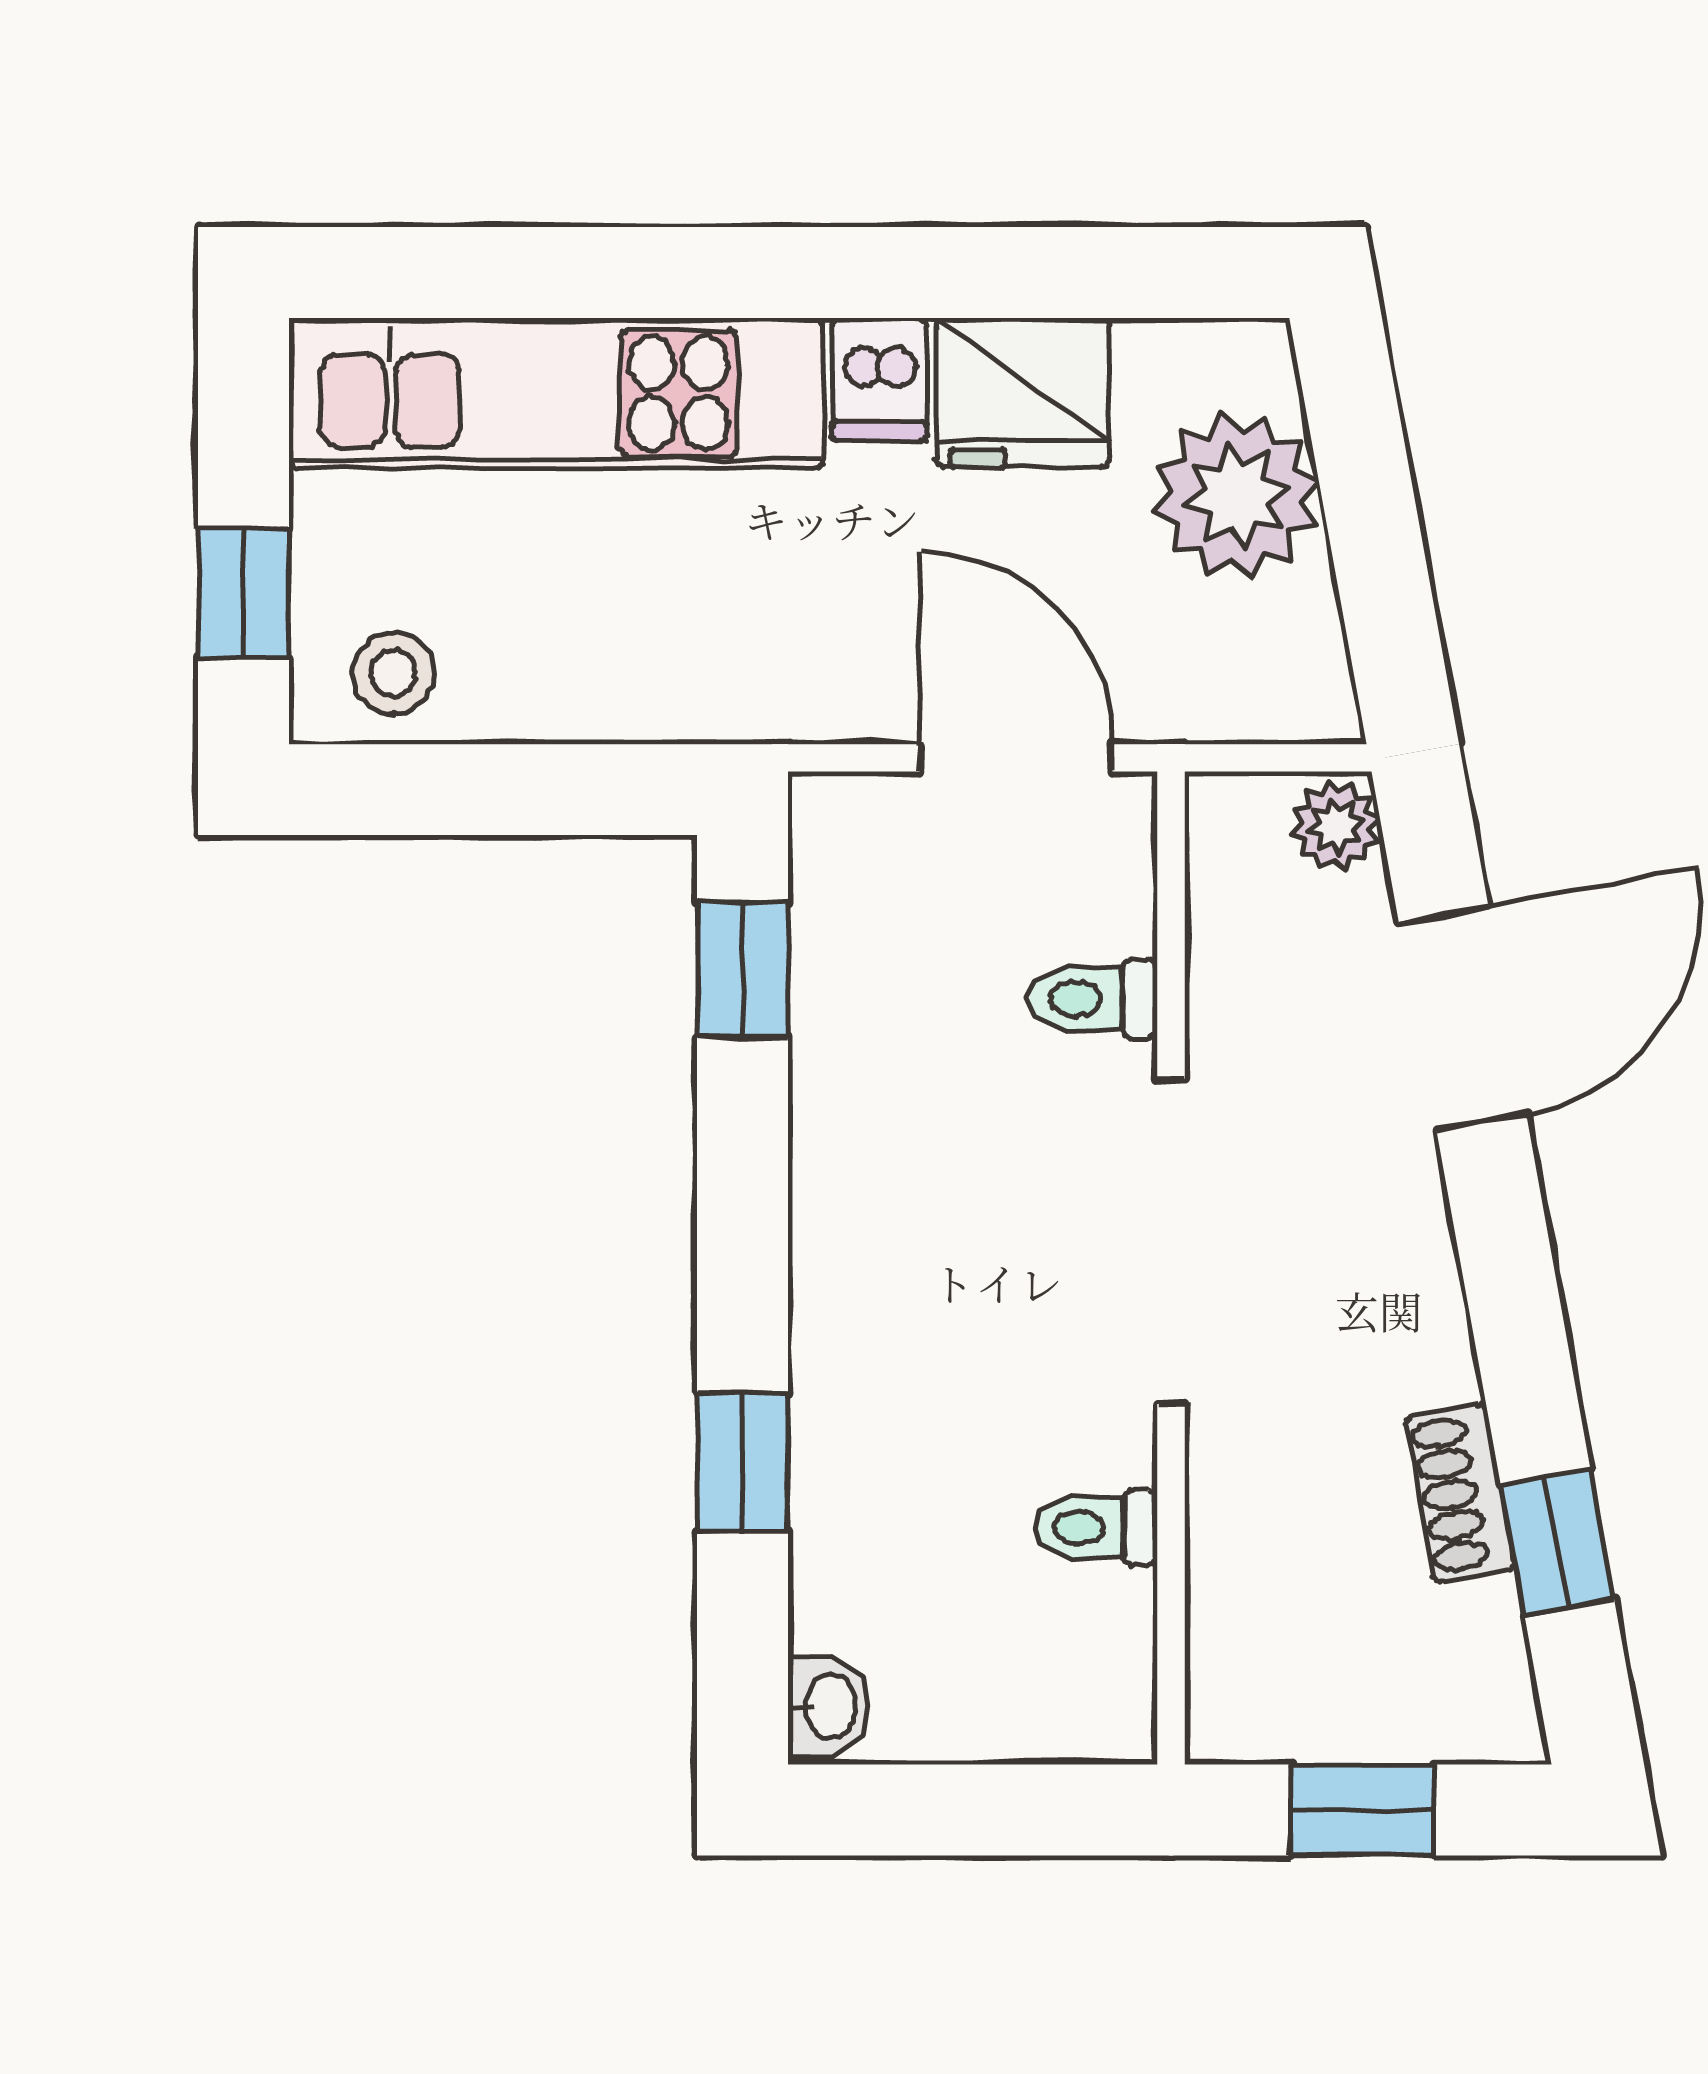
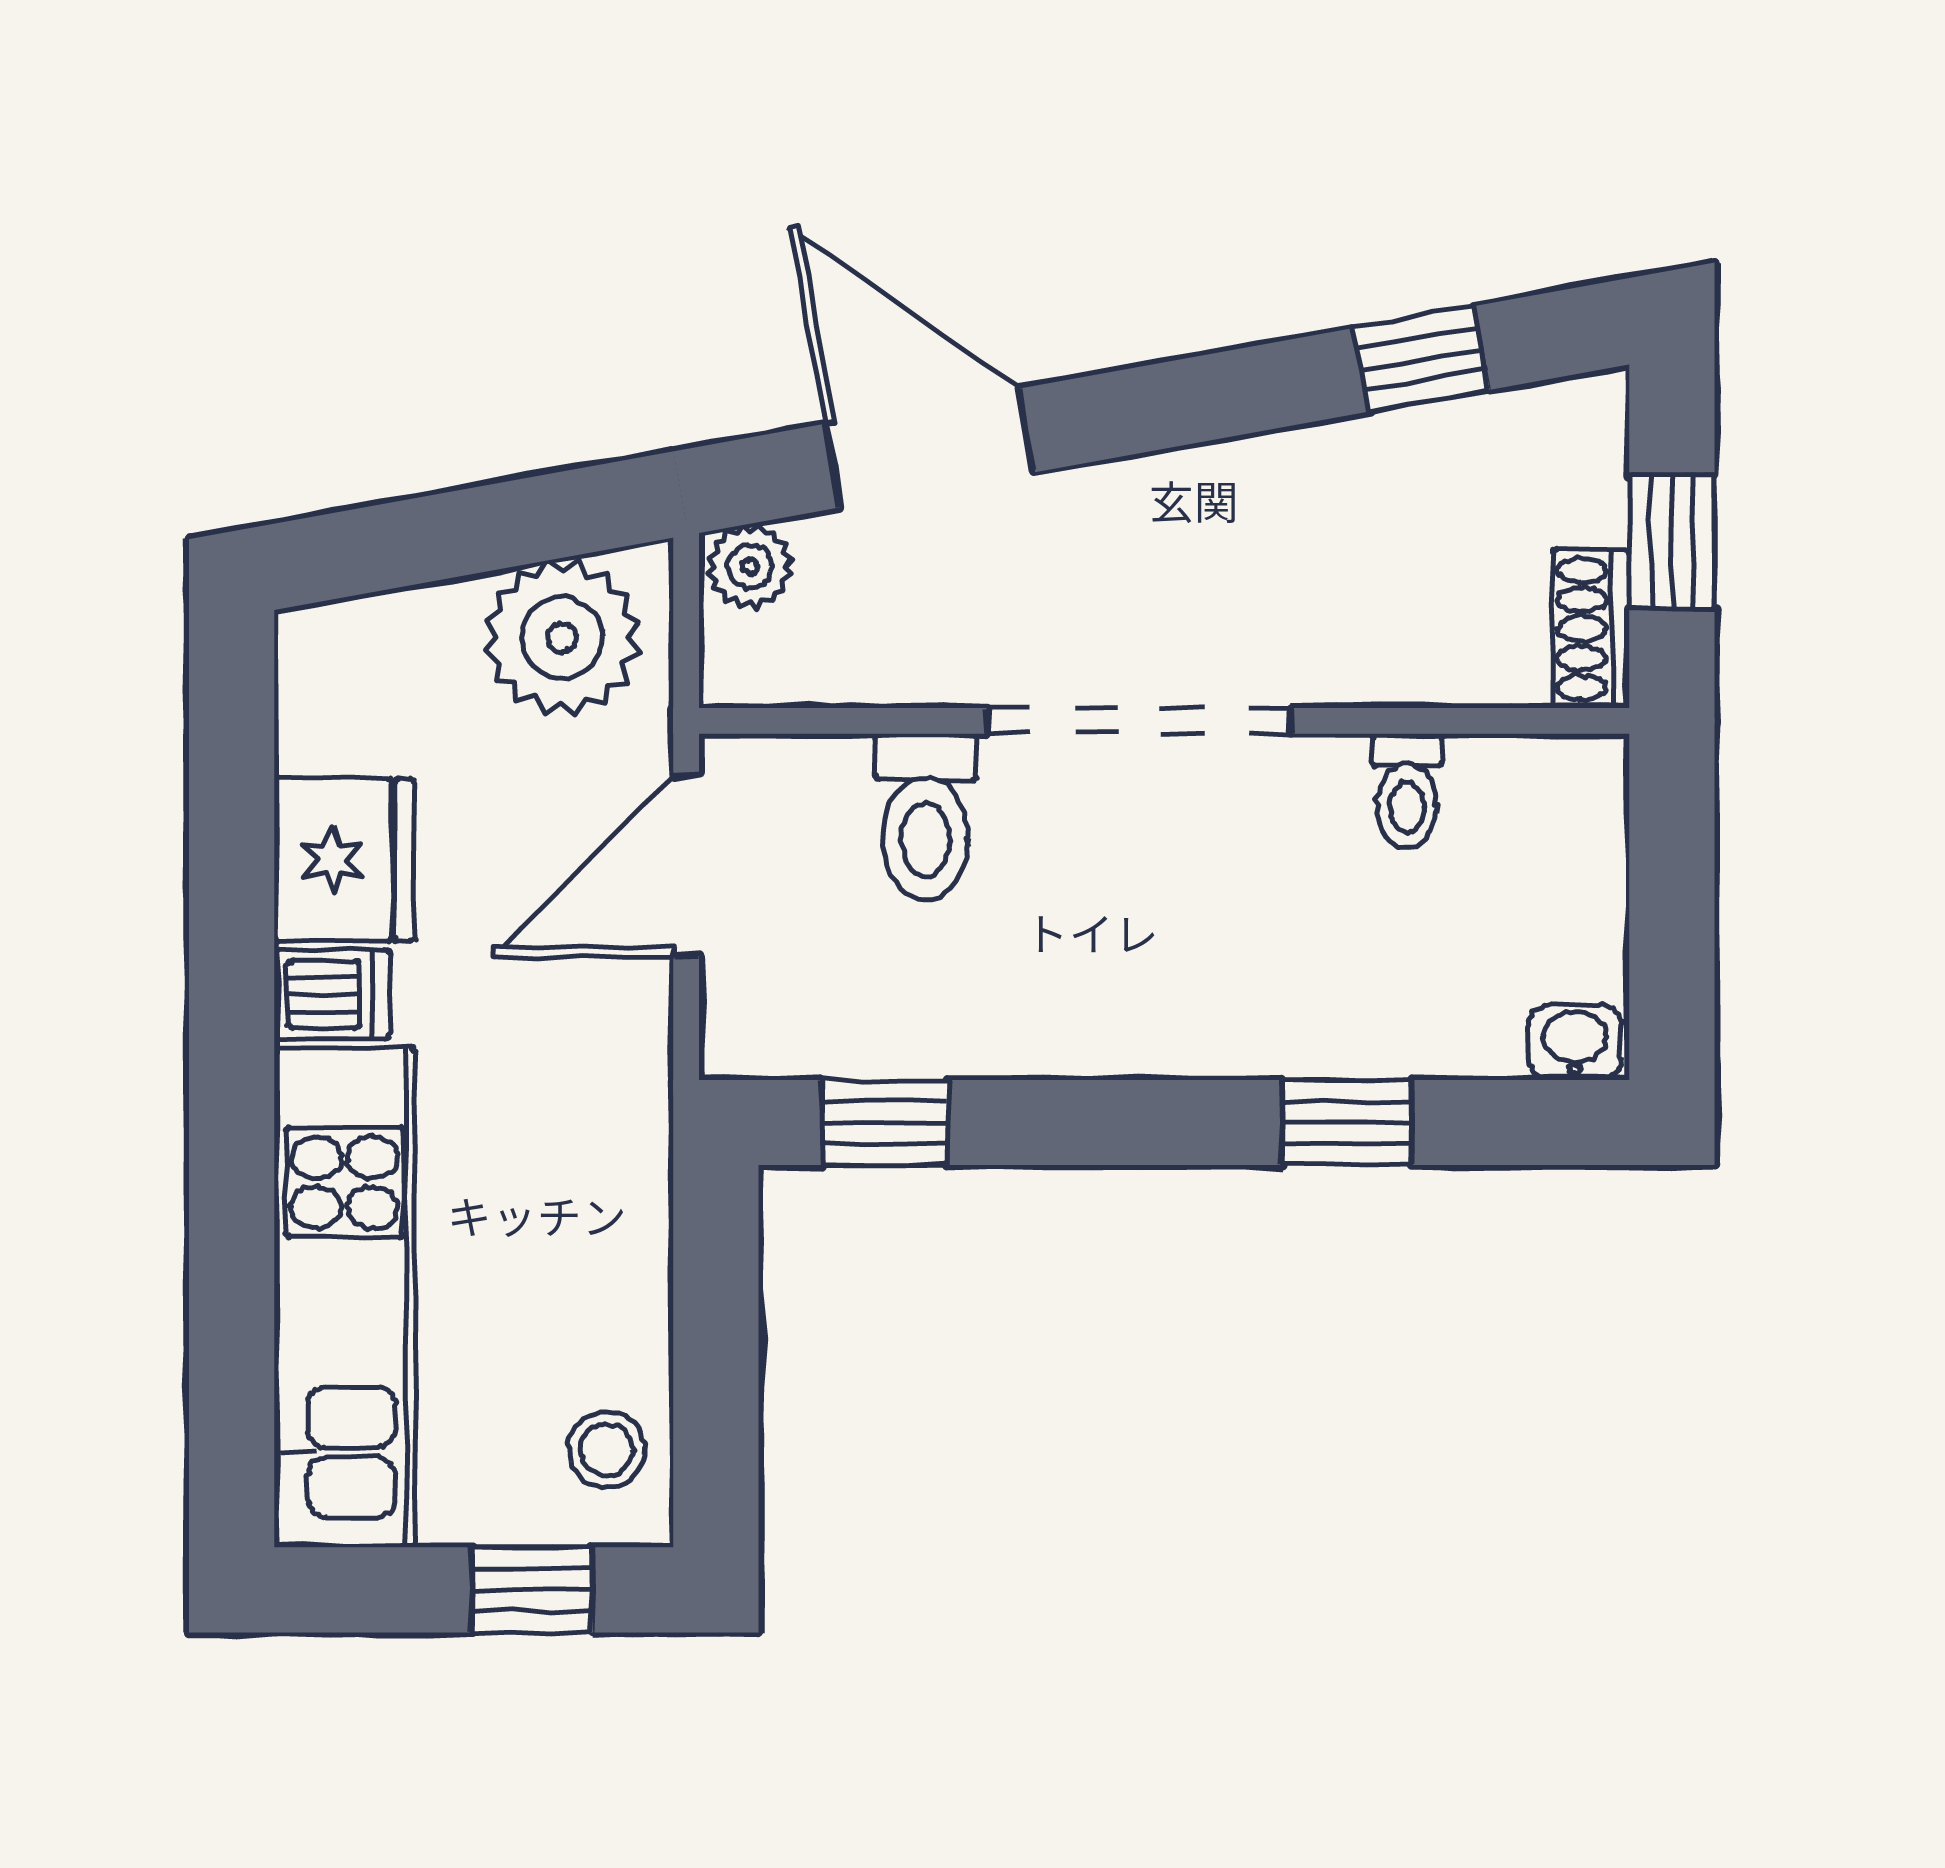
plant: (1237, 496) -> (562, 638), moved
toilet: (1093, 999) -> (926, 817), width x1.37, depth x1.39
shoe rack: (1461, 1493) -> (1591, 629), moved, turned 100

